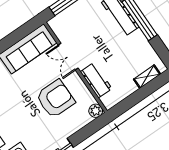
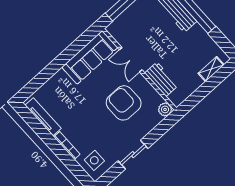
armchair: (55, 99) -> (124, 103), turned -90

